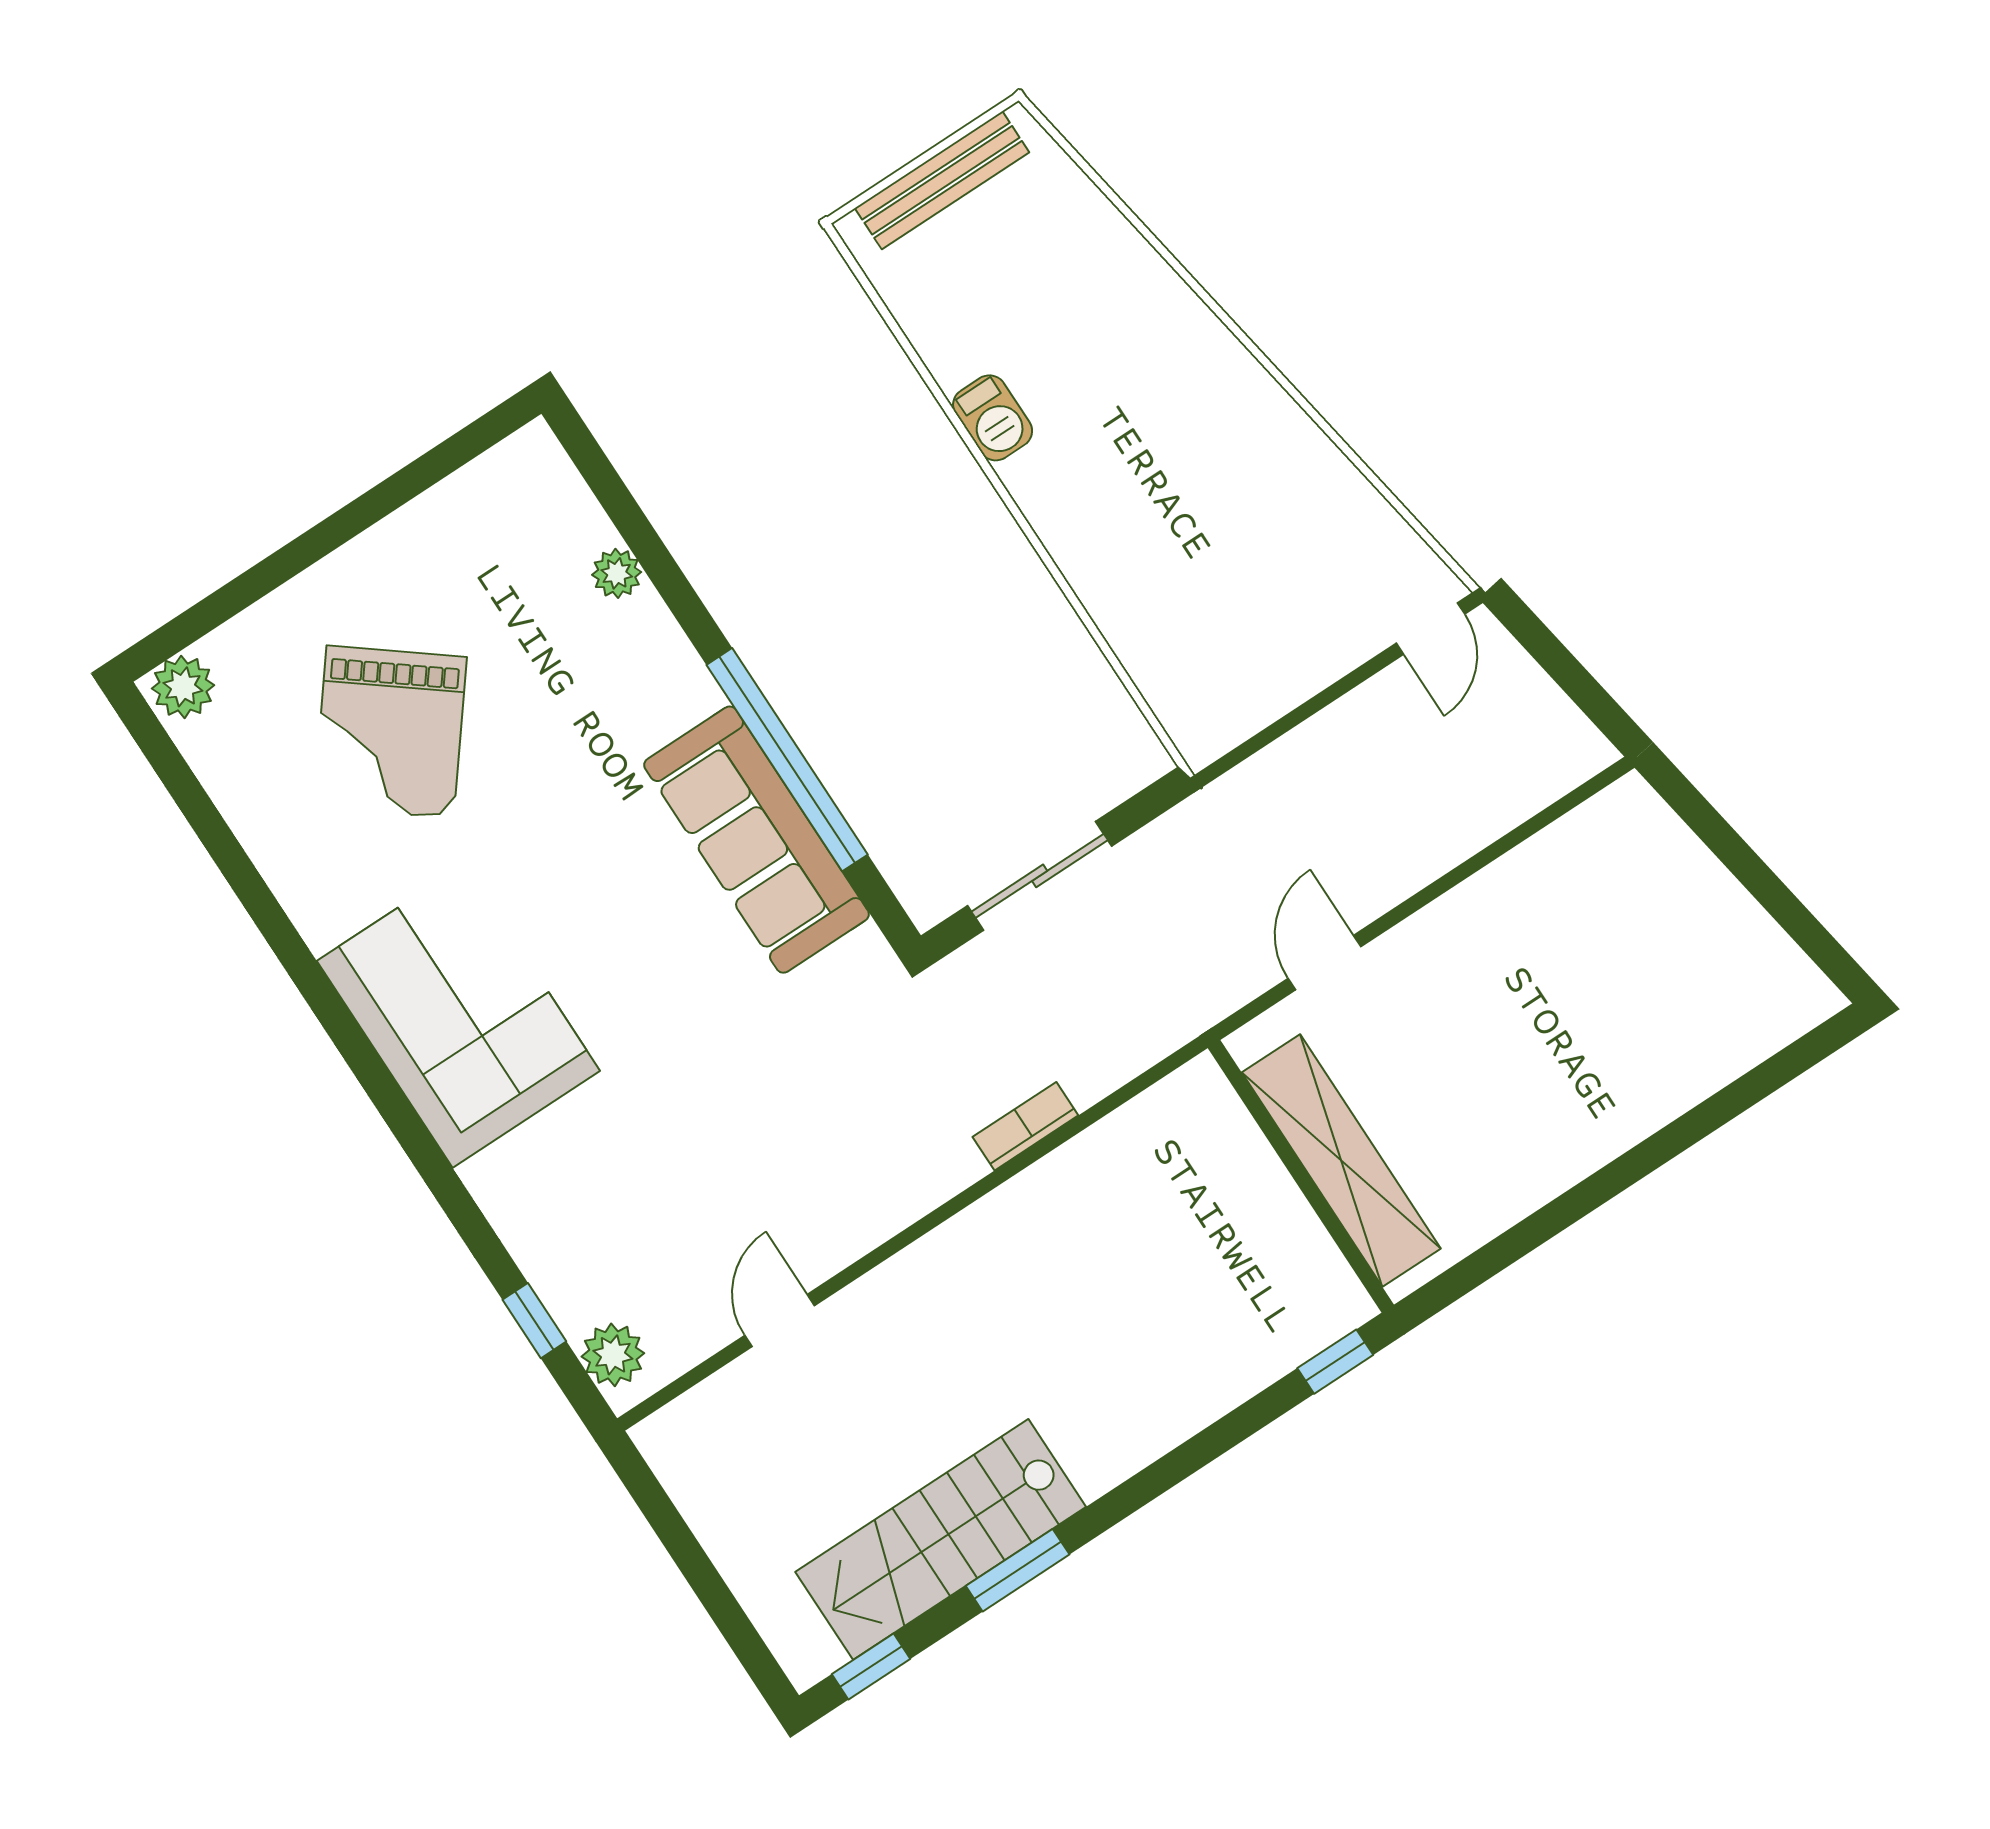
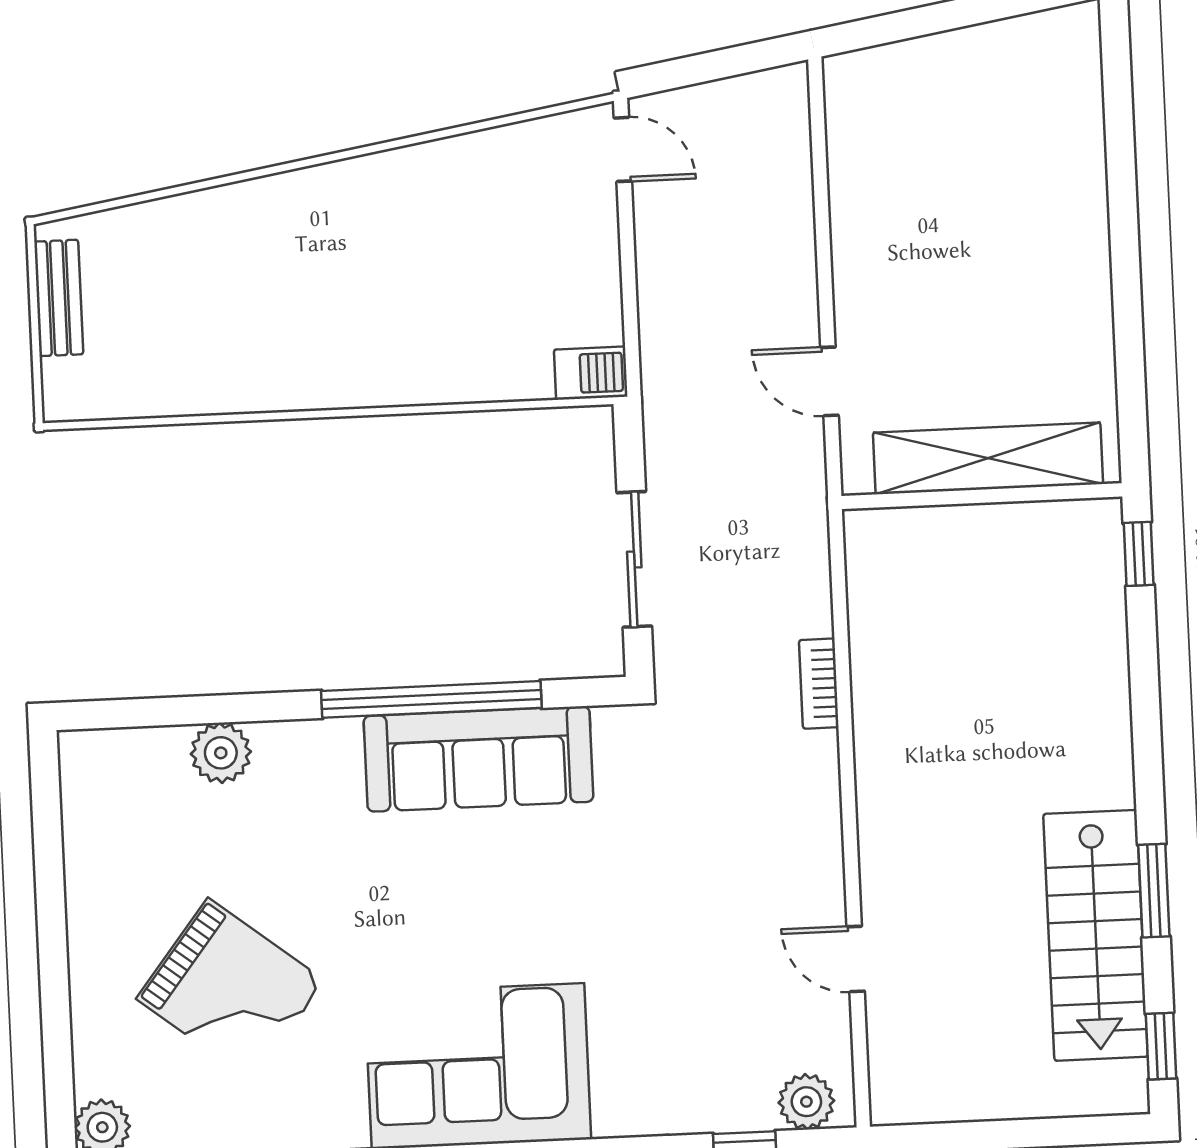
bench: (942, 180) -> (59, 298), width x0.73
barbecue: (993, 418) -> (591, 373), moved
plant: (617, 573) -> (221, 753), width x1.38, depth x1.38

